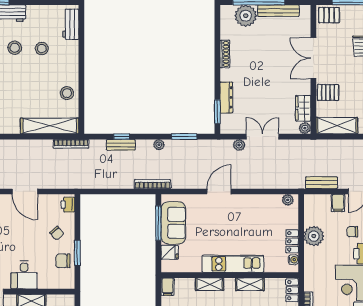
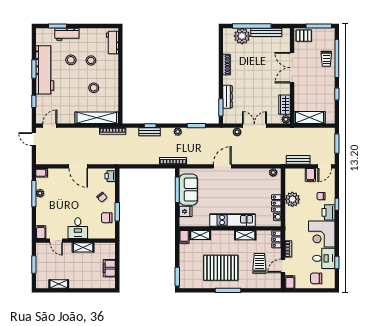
pallet: (328, 92) -> (303, 93), removed
stool: (67, 93) -> (94, 88), moved
shelving: (210, 284) -> (200, 235), moved

